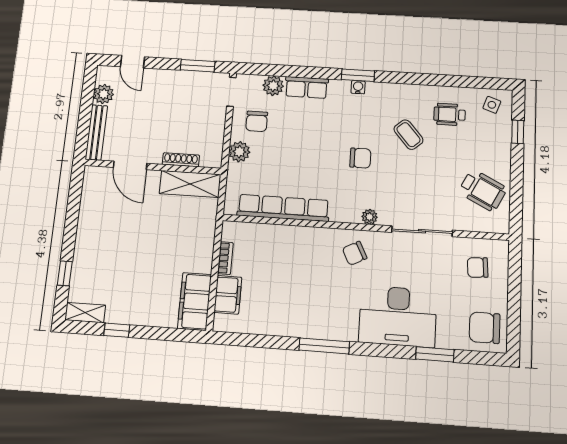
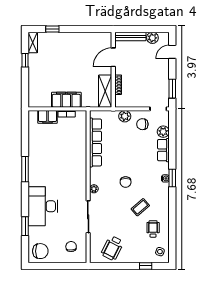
chair: (355, 253) -> (74, 182), removed
filing cabinet: (195, 301) -> (66, 100), moved
chair: (485, 328) -> (40, 251), turned 90

